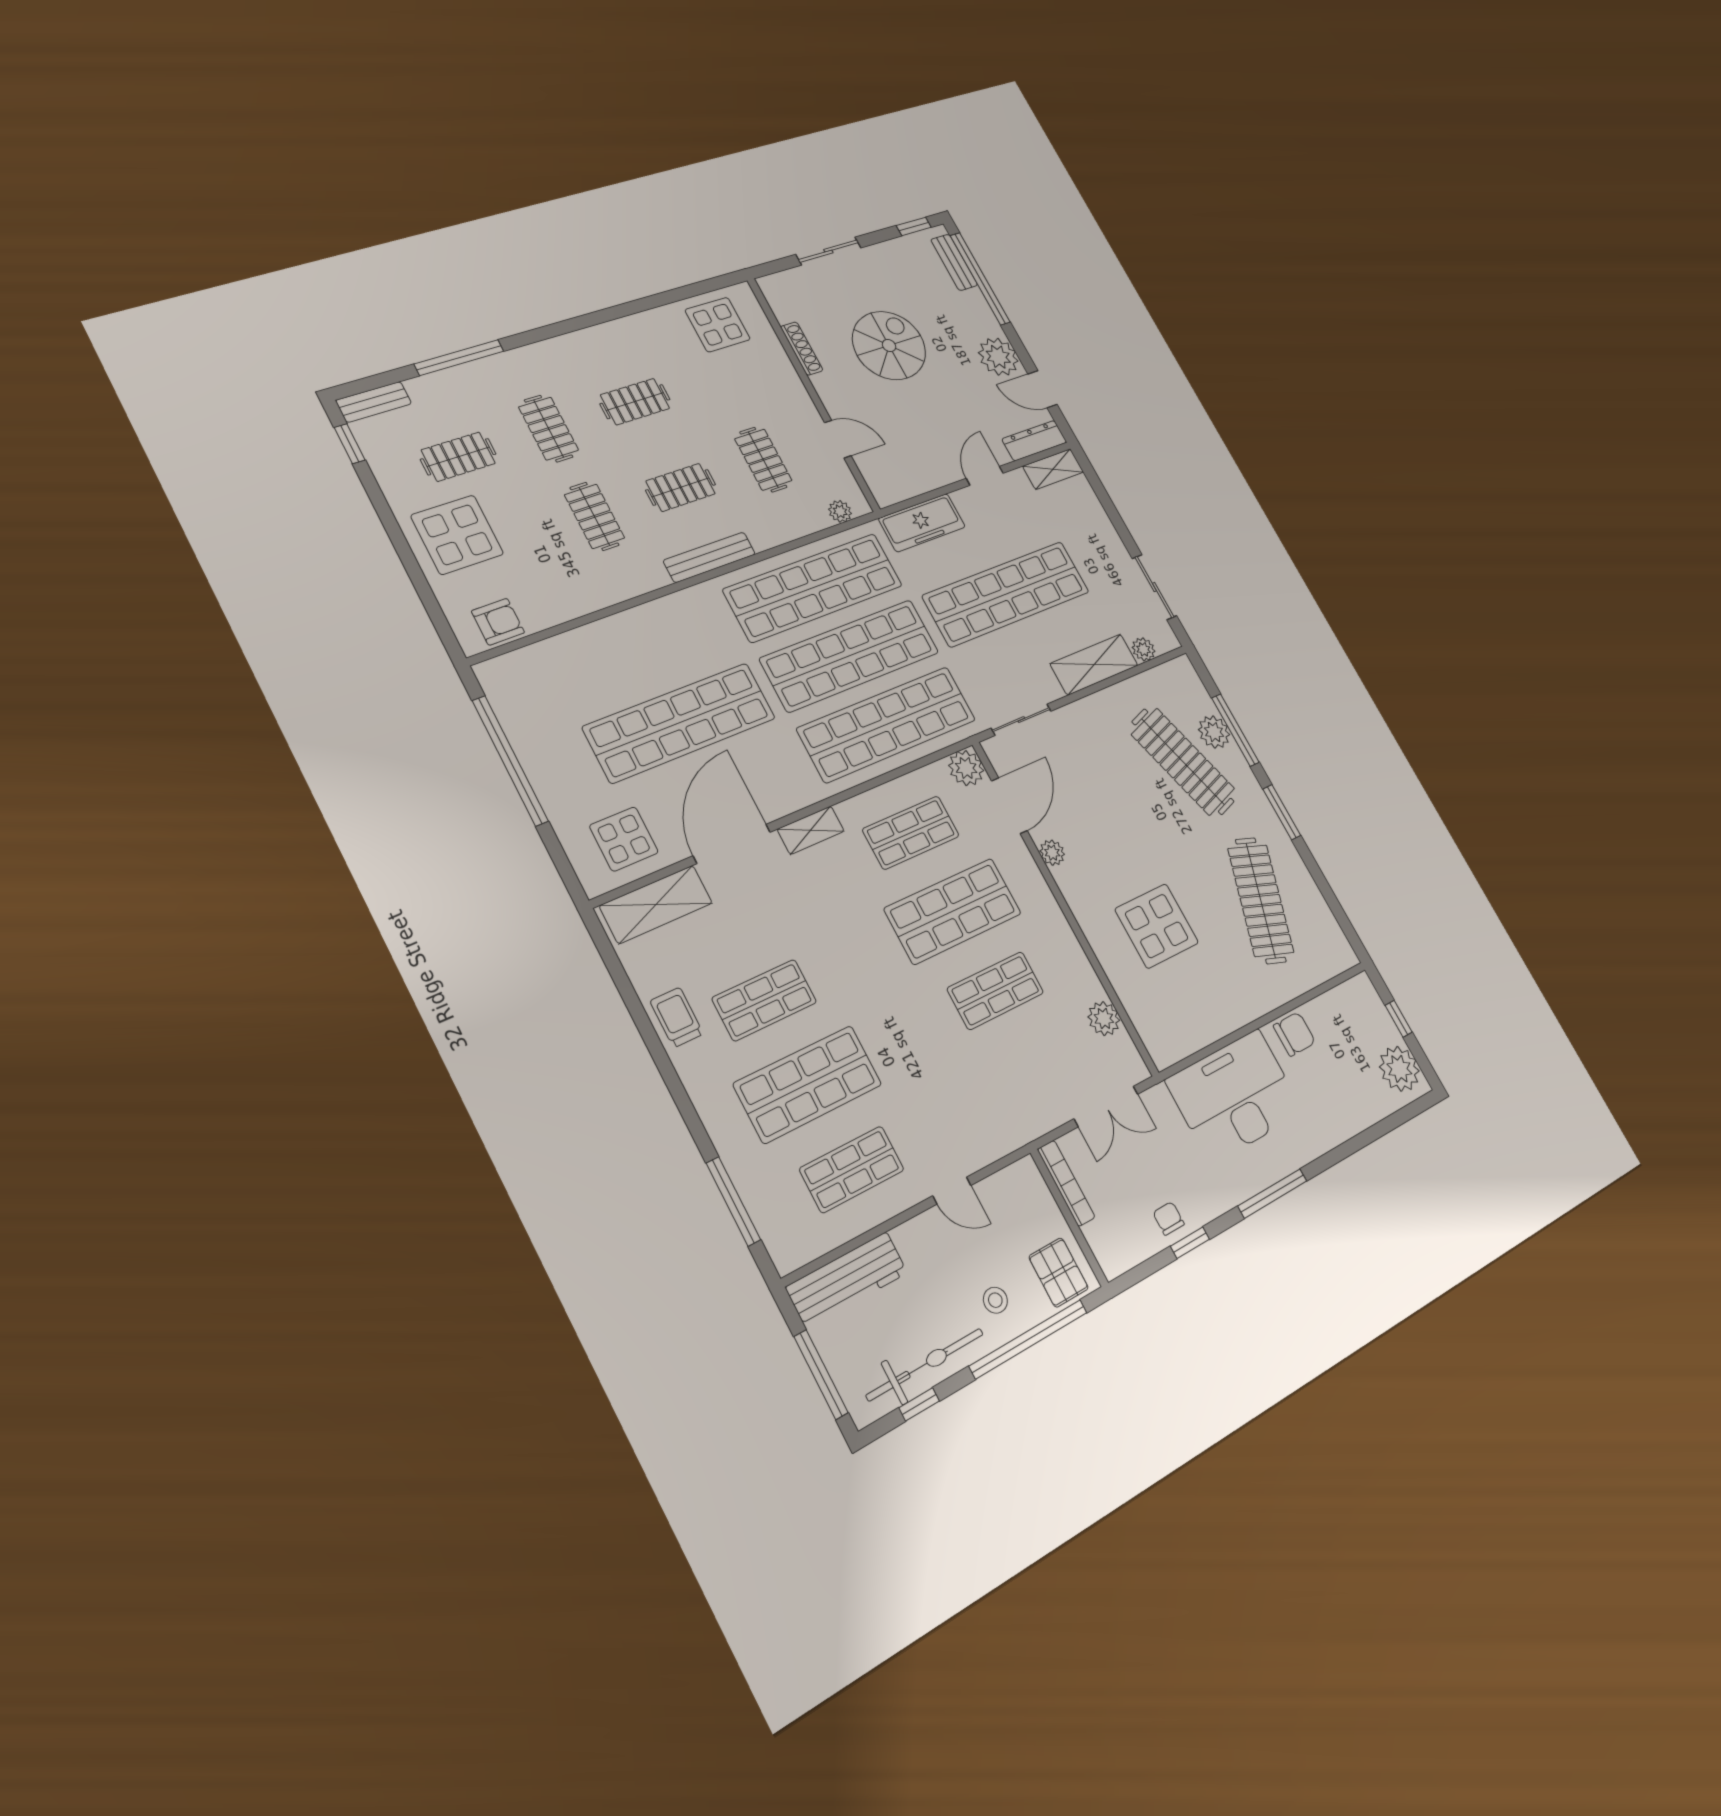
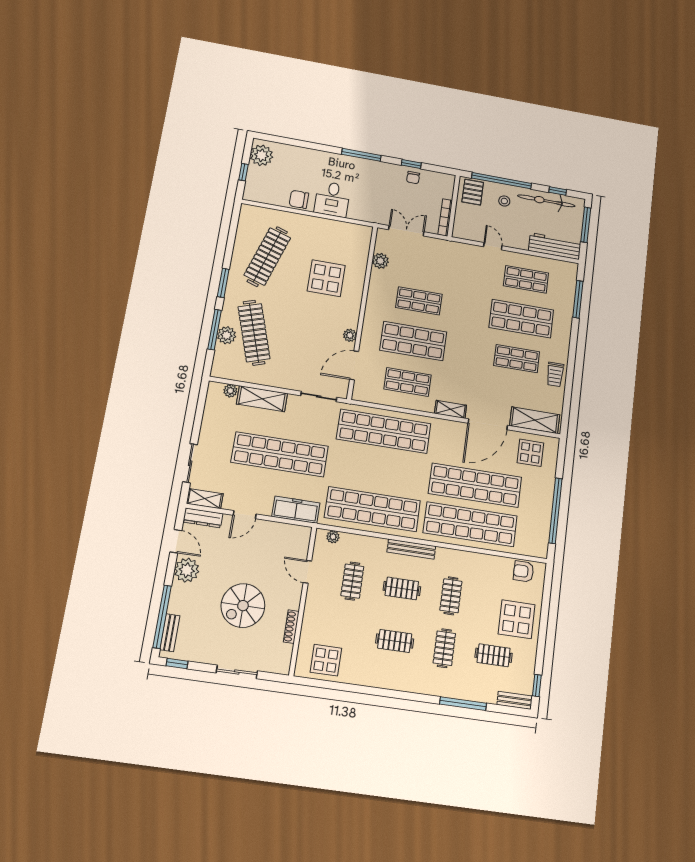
sliding door: (1154, 587) -> (190, 463), moved
shop shelf: (850, 655) -> (470, 524), moved
plant: (966, 768) -> (362, 392), removed
desk: (1235, 1096) -> (332, 199), width x0.53, depth x0.77

